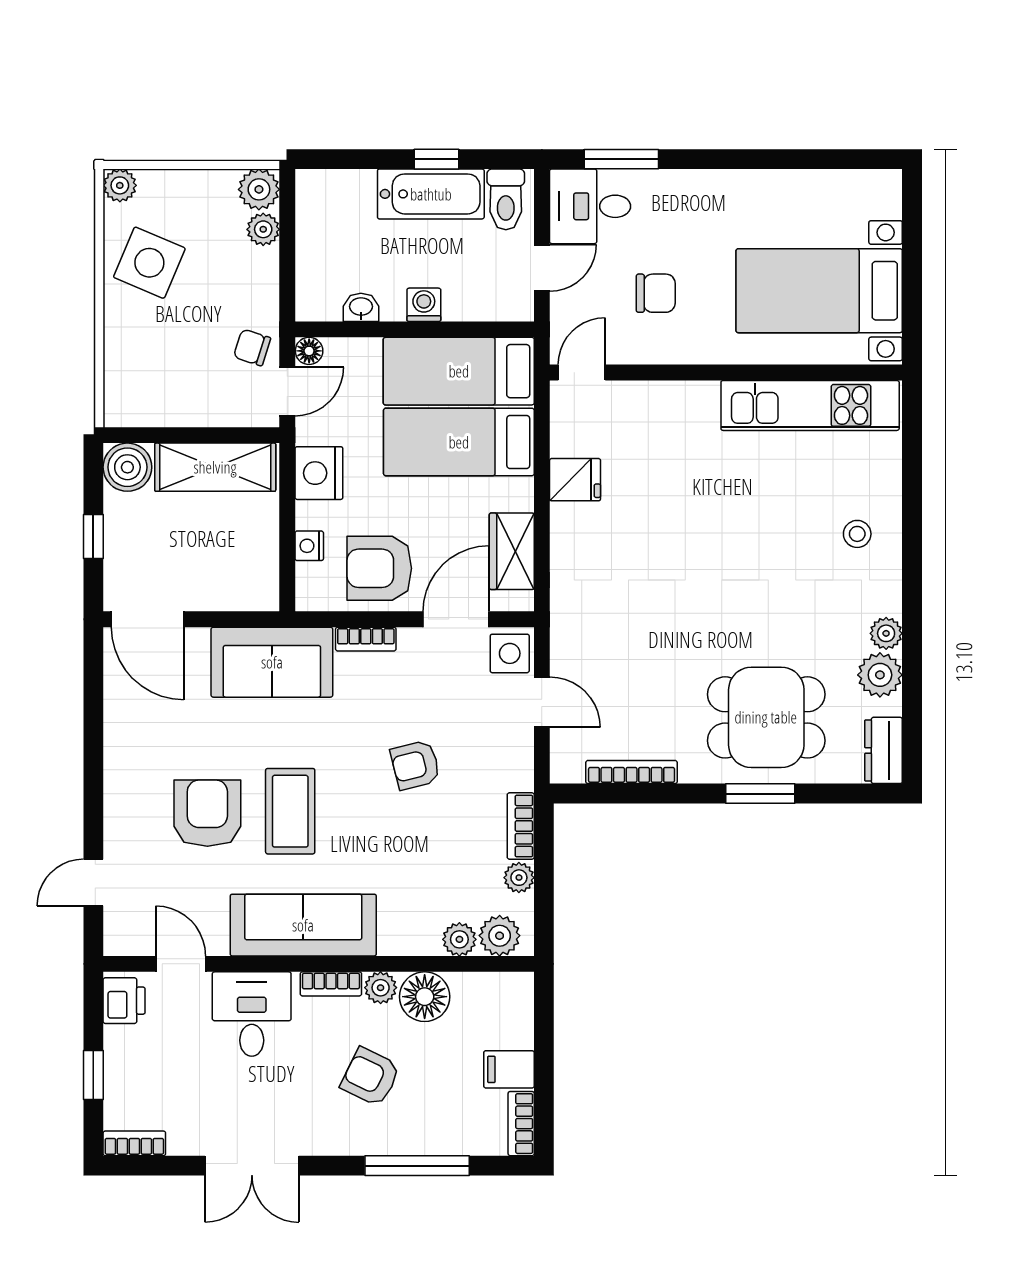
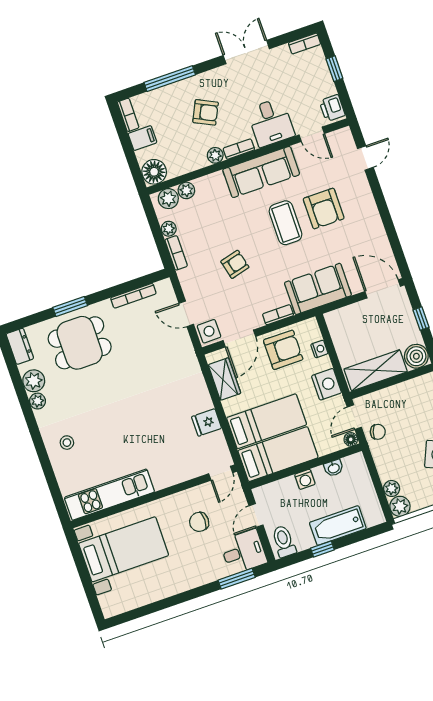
bathtub: (431, 194) -> (338, 525), moved
floor lamp: (425, 997) -> (154, 172), moved

